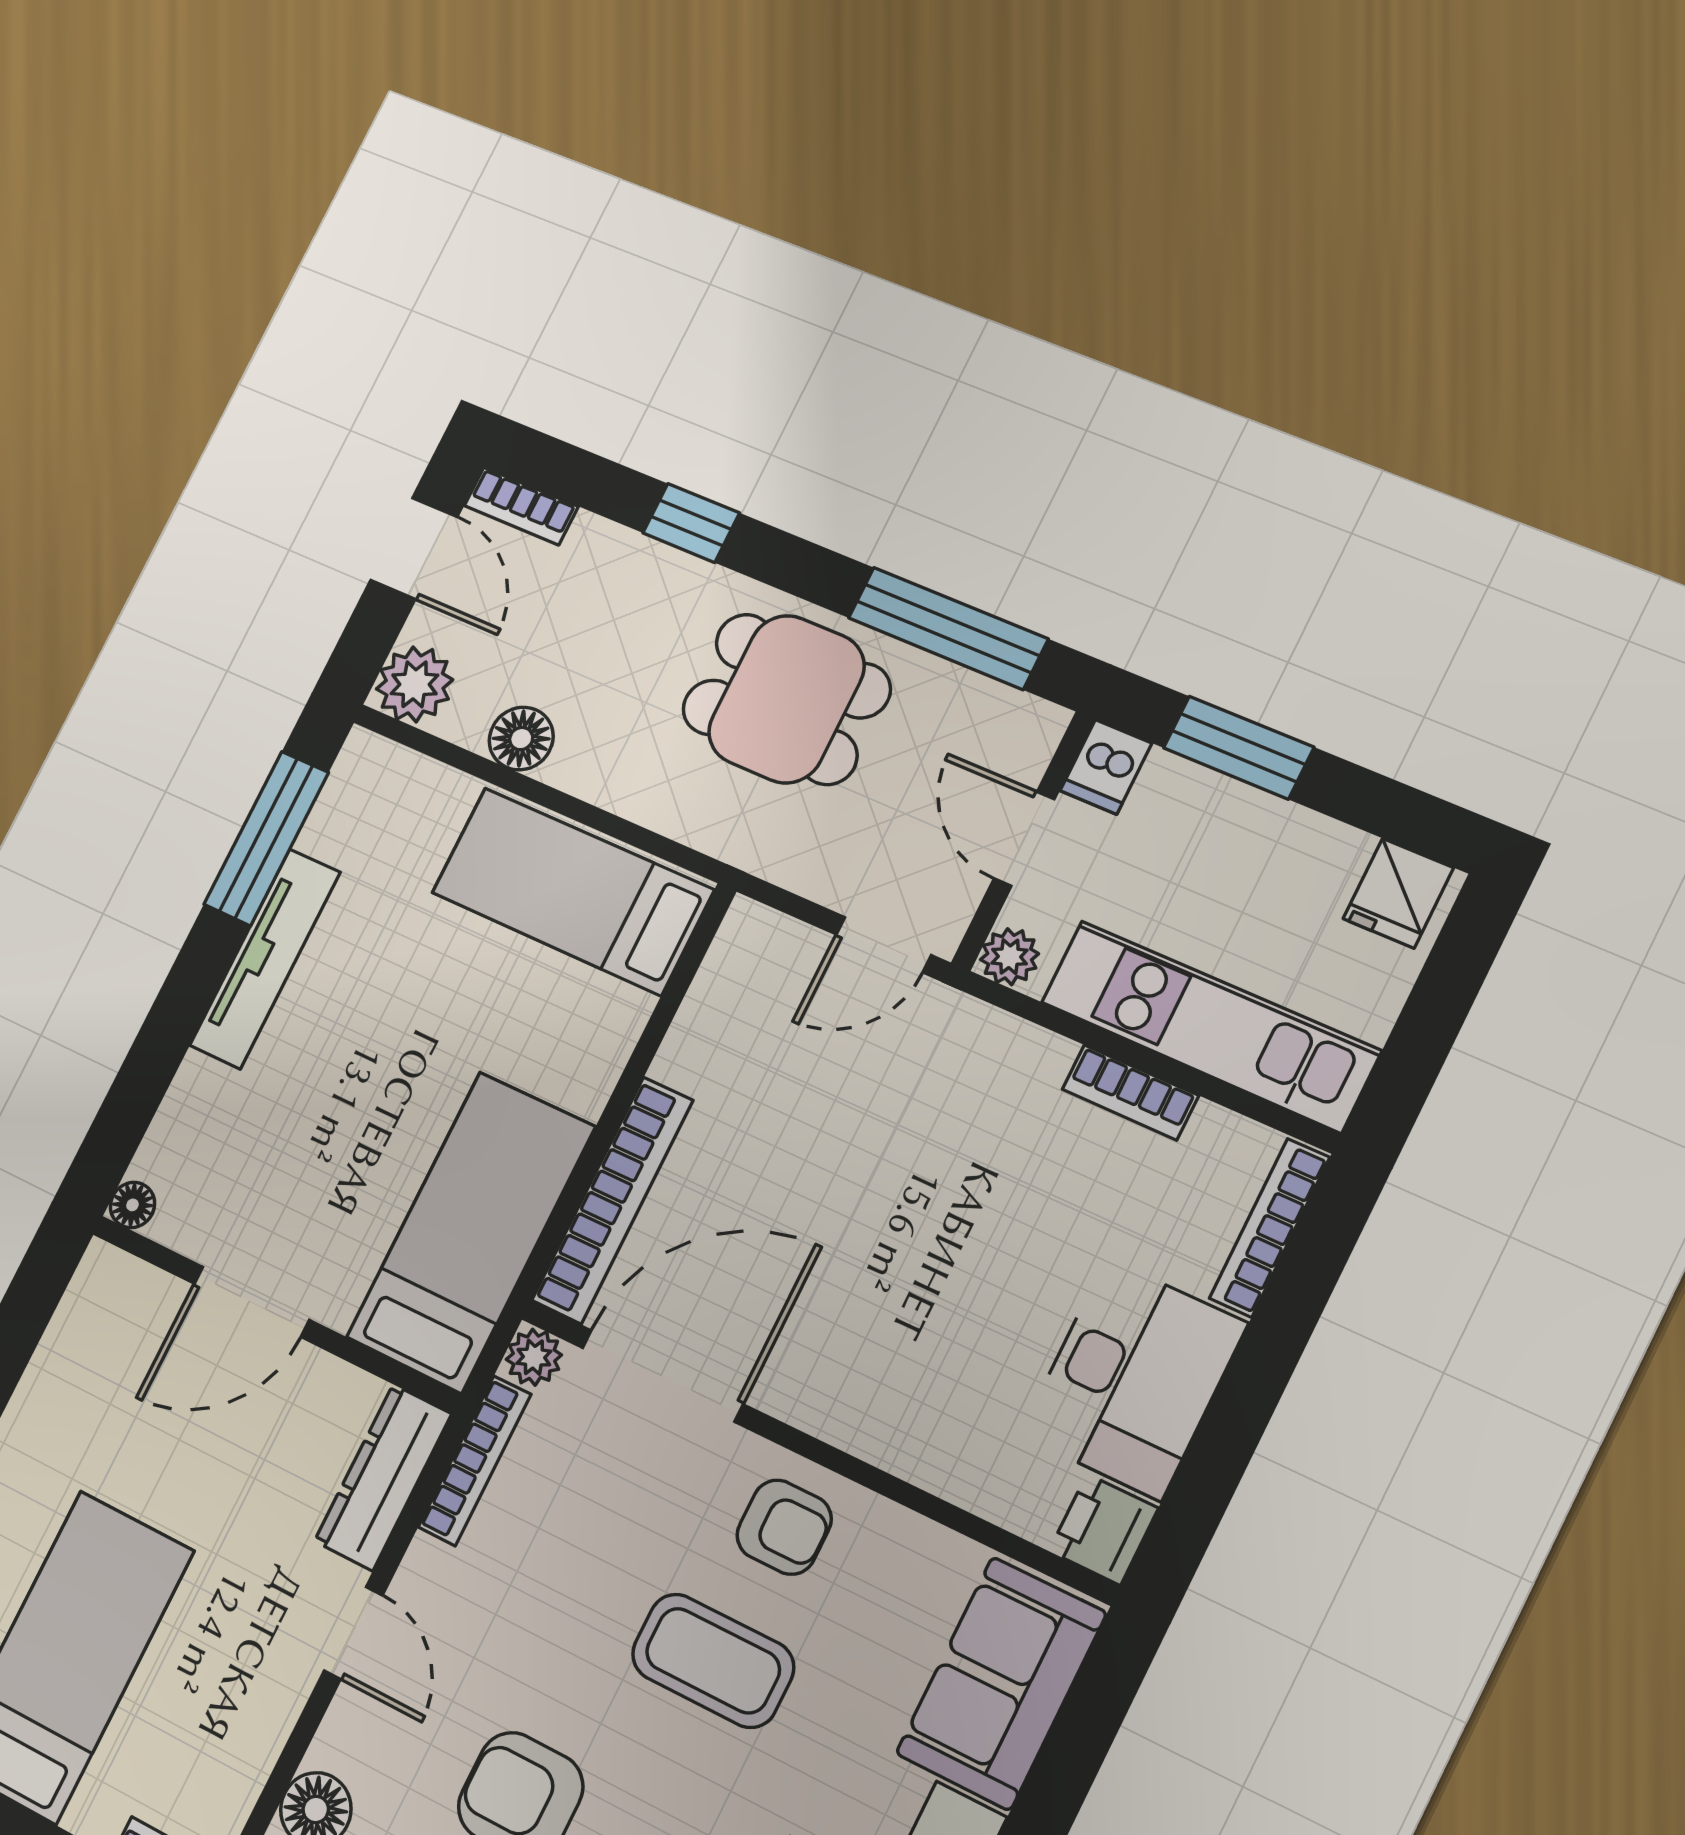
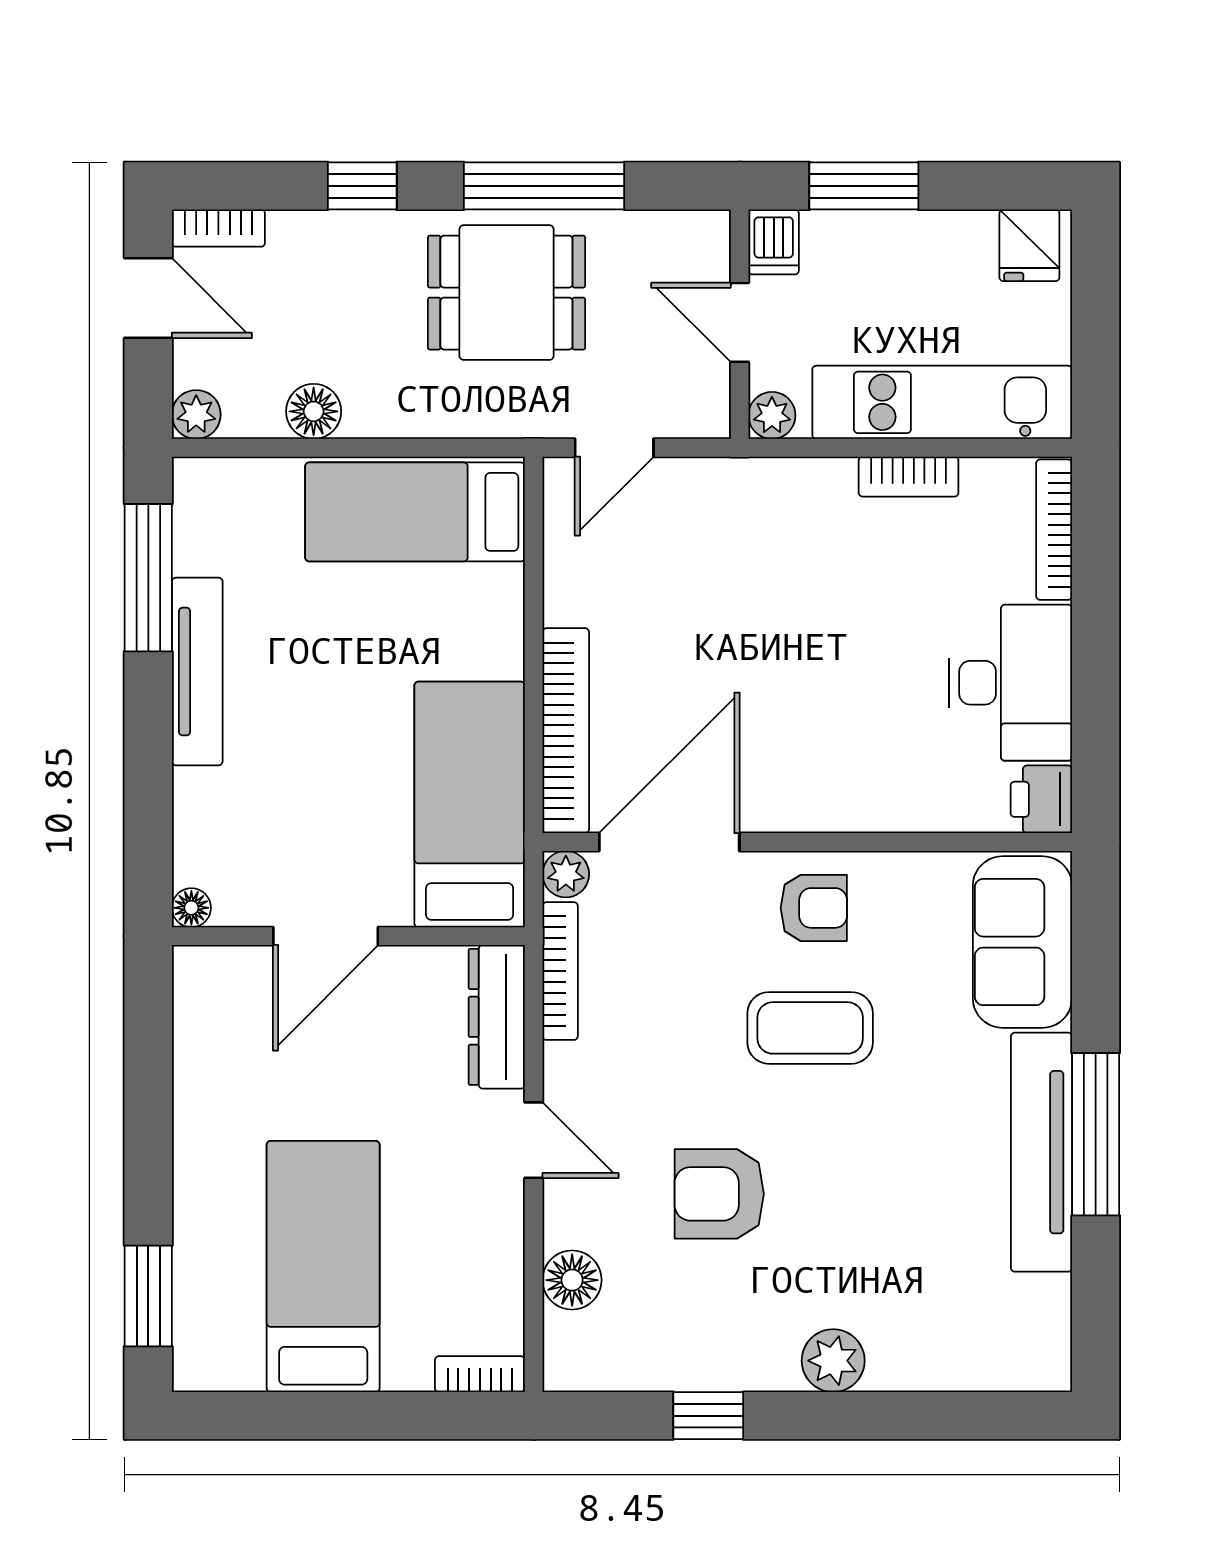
window: (948, 628) -> (544, 186), moved
plant: (415, 684) -> (196, 414), width x0.73, depth x0.73
door: (884, 945) -> (614, 448), moved

